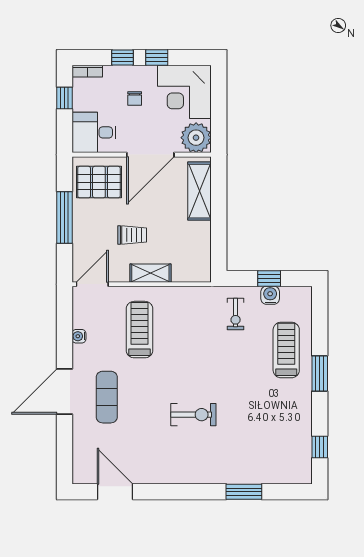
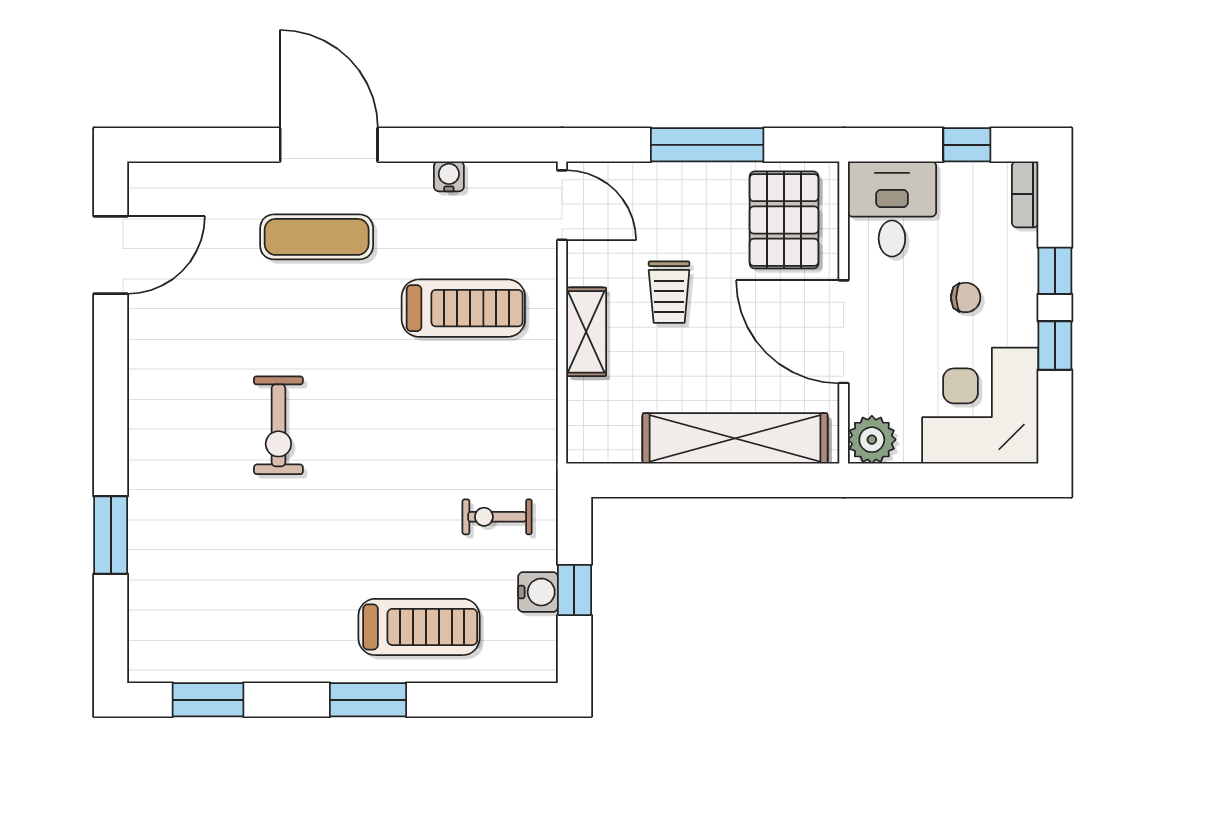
chair: (135, 99) -> (966, 297), turned 180
plant: (196, 138) -> (872, 440), width x0.73, depth x0.73
shelving: (199, 191) -> (735, 438), width x1.47
window: (320, 447) -> (208, 700), width x1.50

